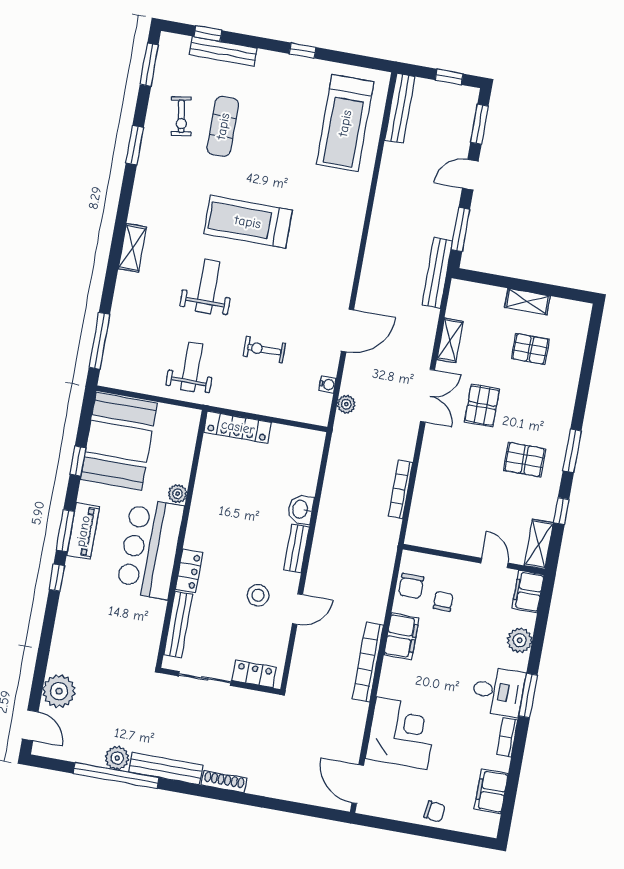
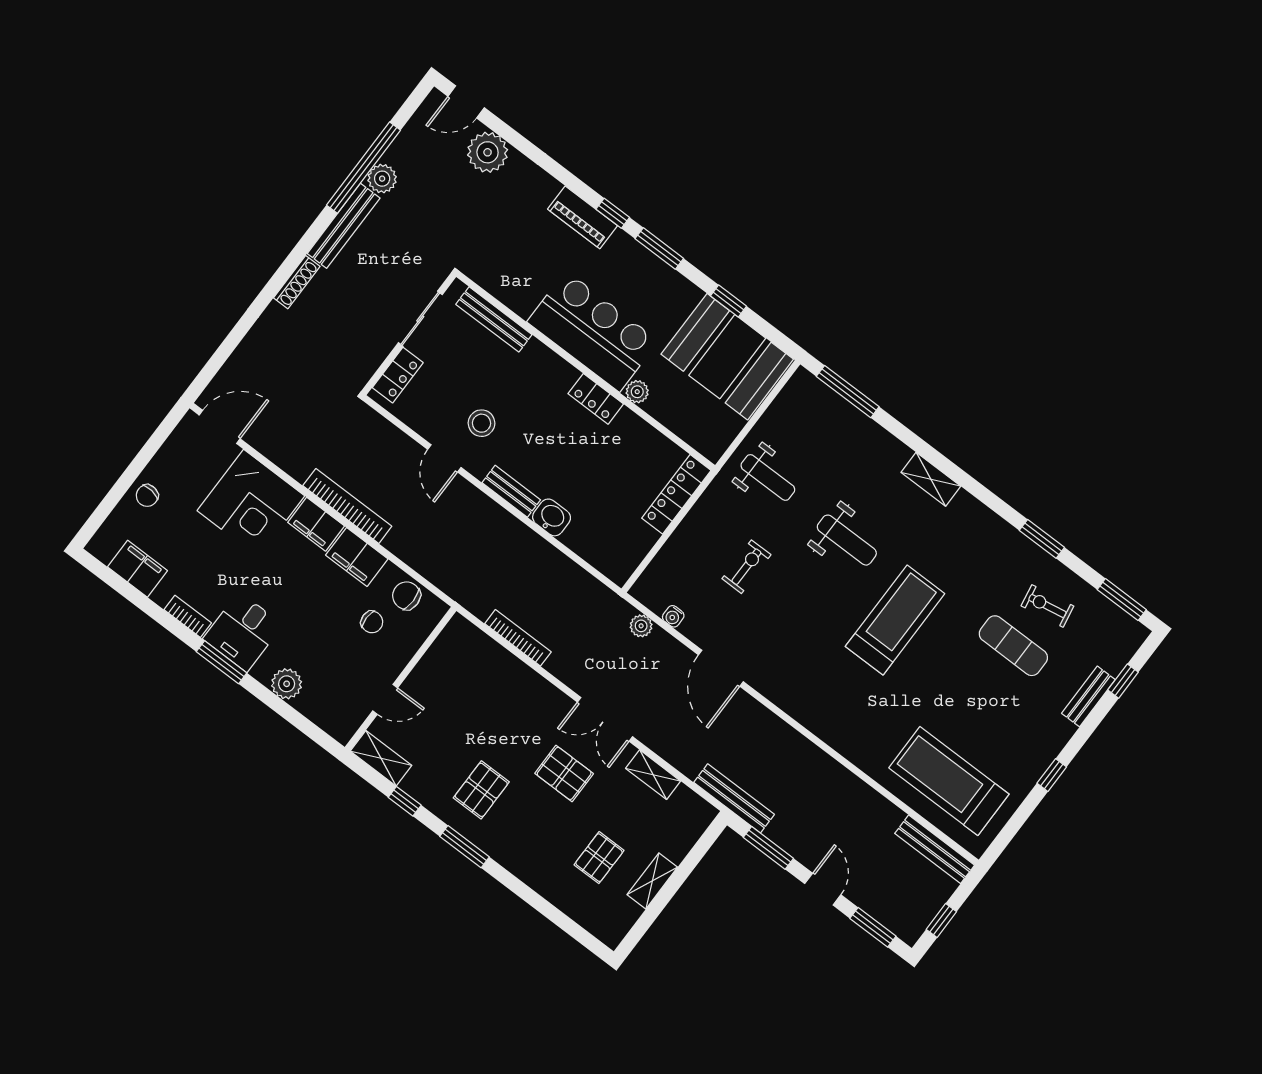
bench: (223, 51) -> (1088, 696), width x0.73
piano: (83, 531) -> (583, 217), moved
locker: (189, 571) -> (596, 399), moved
filing cabinet: (528, 592) -> (316, 524), moved, turned 180

